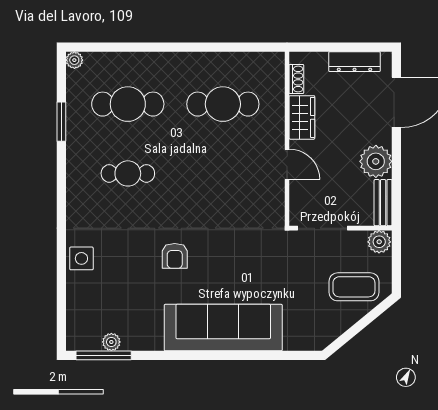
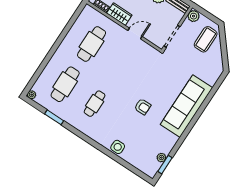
window: (104, 355) -> (165, 165), width x0.69

